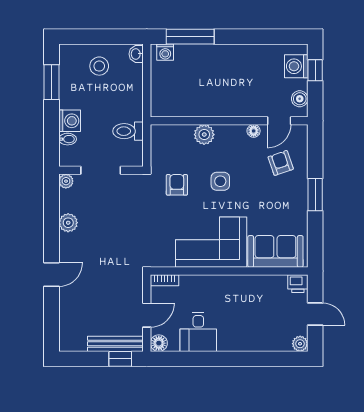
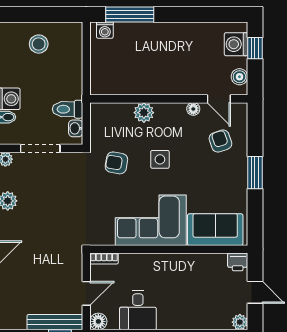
washbasin: (136, 54) -> (76, 128), moved
door: (279, 121) -> (219, 99), hinge flipped
armchair: (177, 185) -> (116, 163), turned -80

